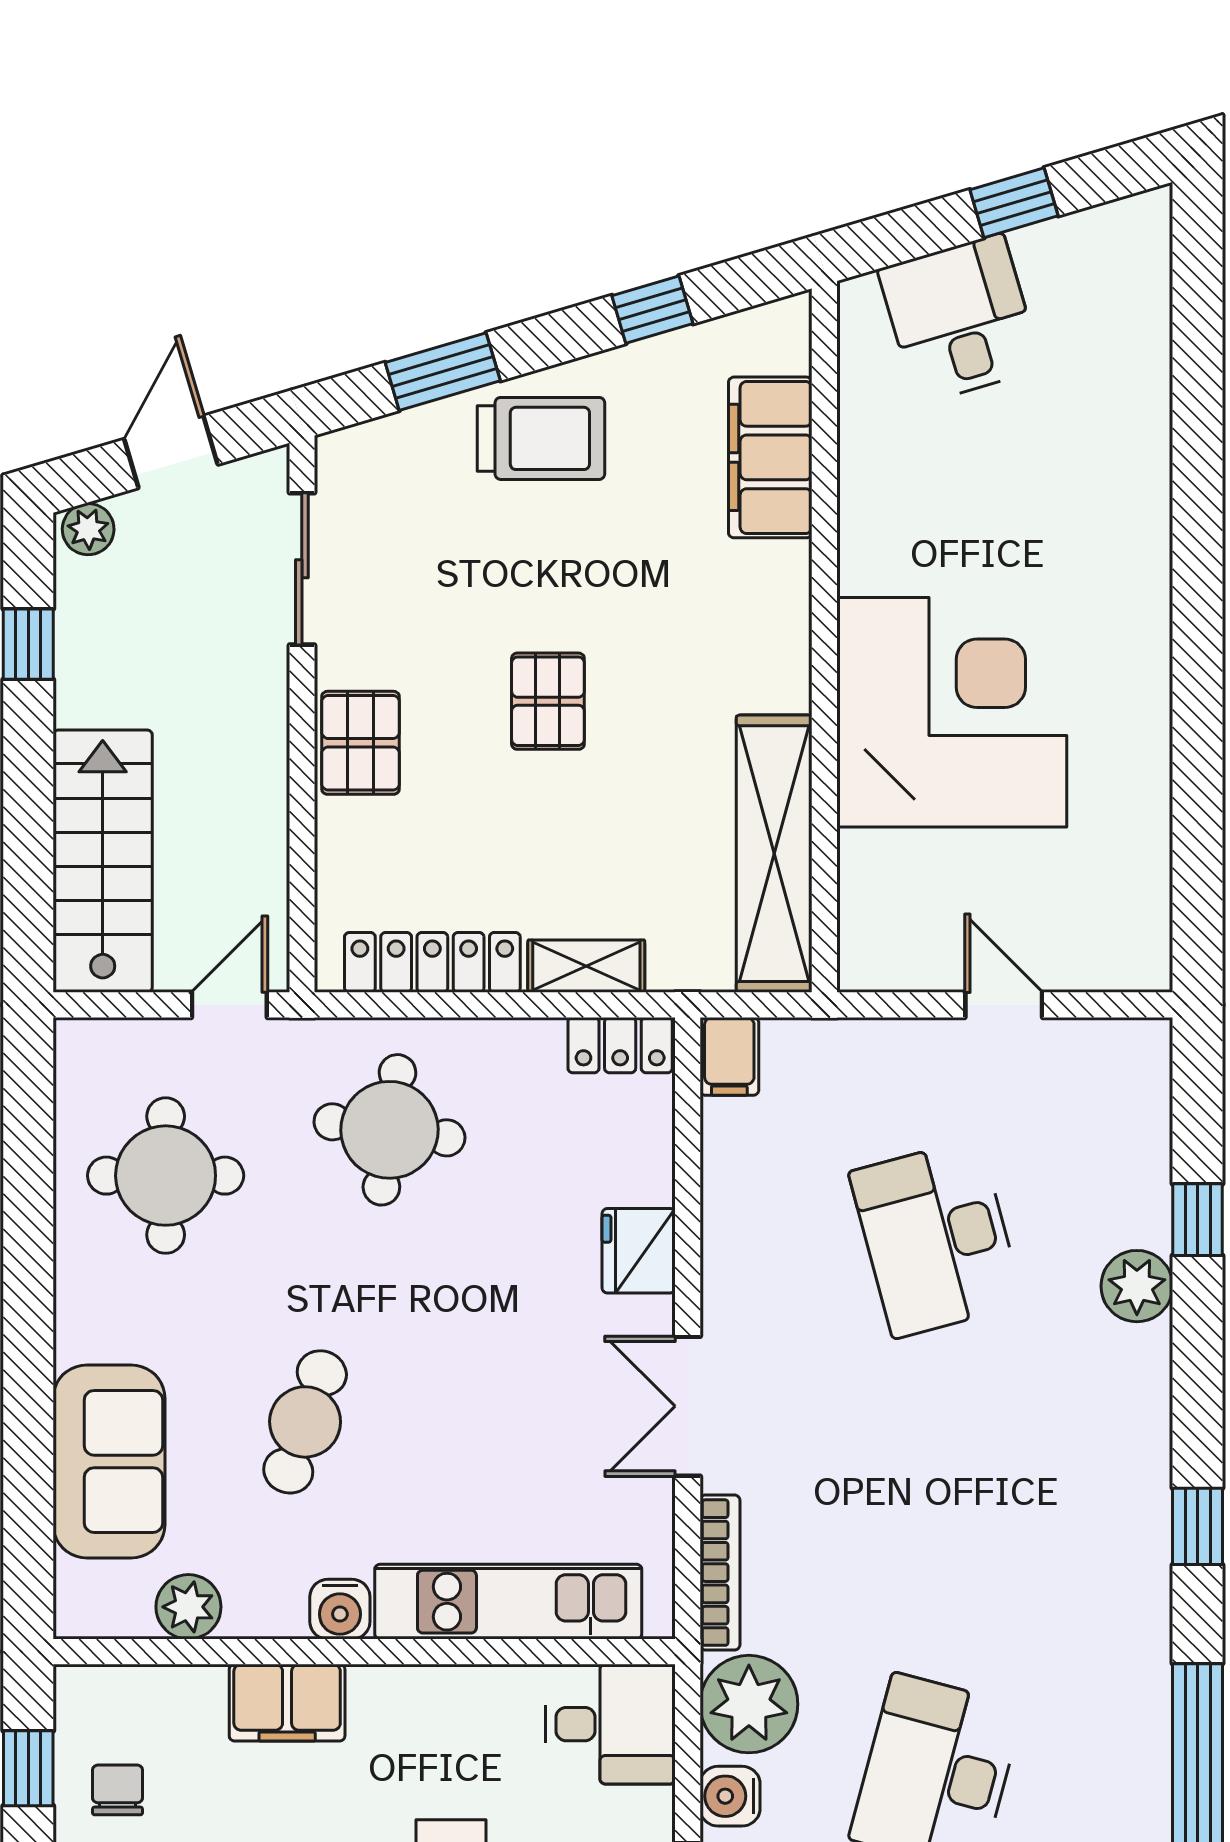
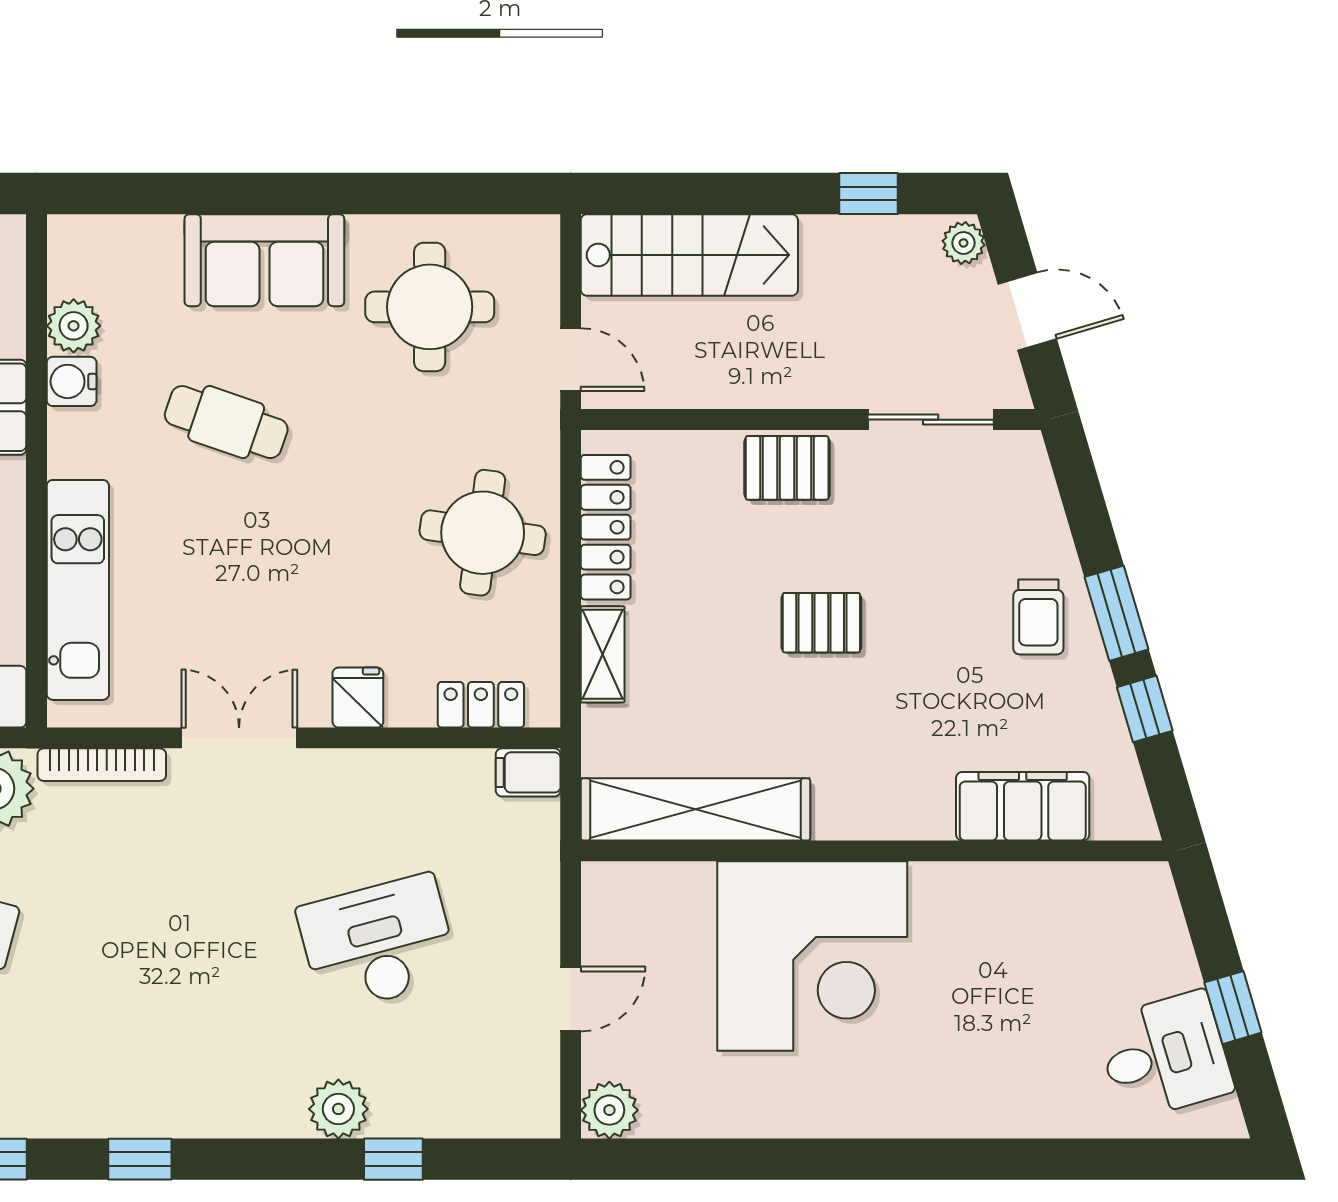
desk: (960, 319) -> (1165, 1056), moved
window: (443, 372) -> (1116, 613), moved
trolley: (541, 438) -> (1038, 617), width x0.73, depth x0.72
plant: (1138, 958) -> (609, 1110), added
locker: (620, 1045) -> (481, 705), moved, turned 90
round table: (389, 1130) -> (483, 533), moved
fridge: (639, 1251) -> (358, 698), width x0.72
sofa: (109, 1461) -> (264, 260), moved
water cooler: (340, 1609) -> (72, 381), moved

